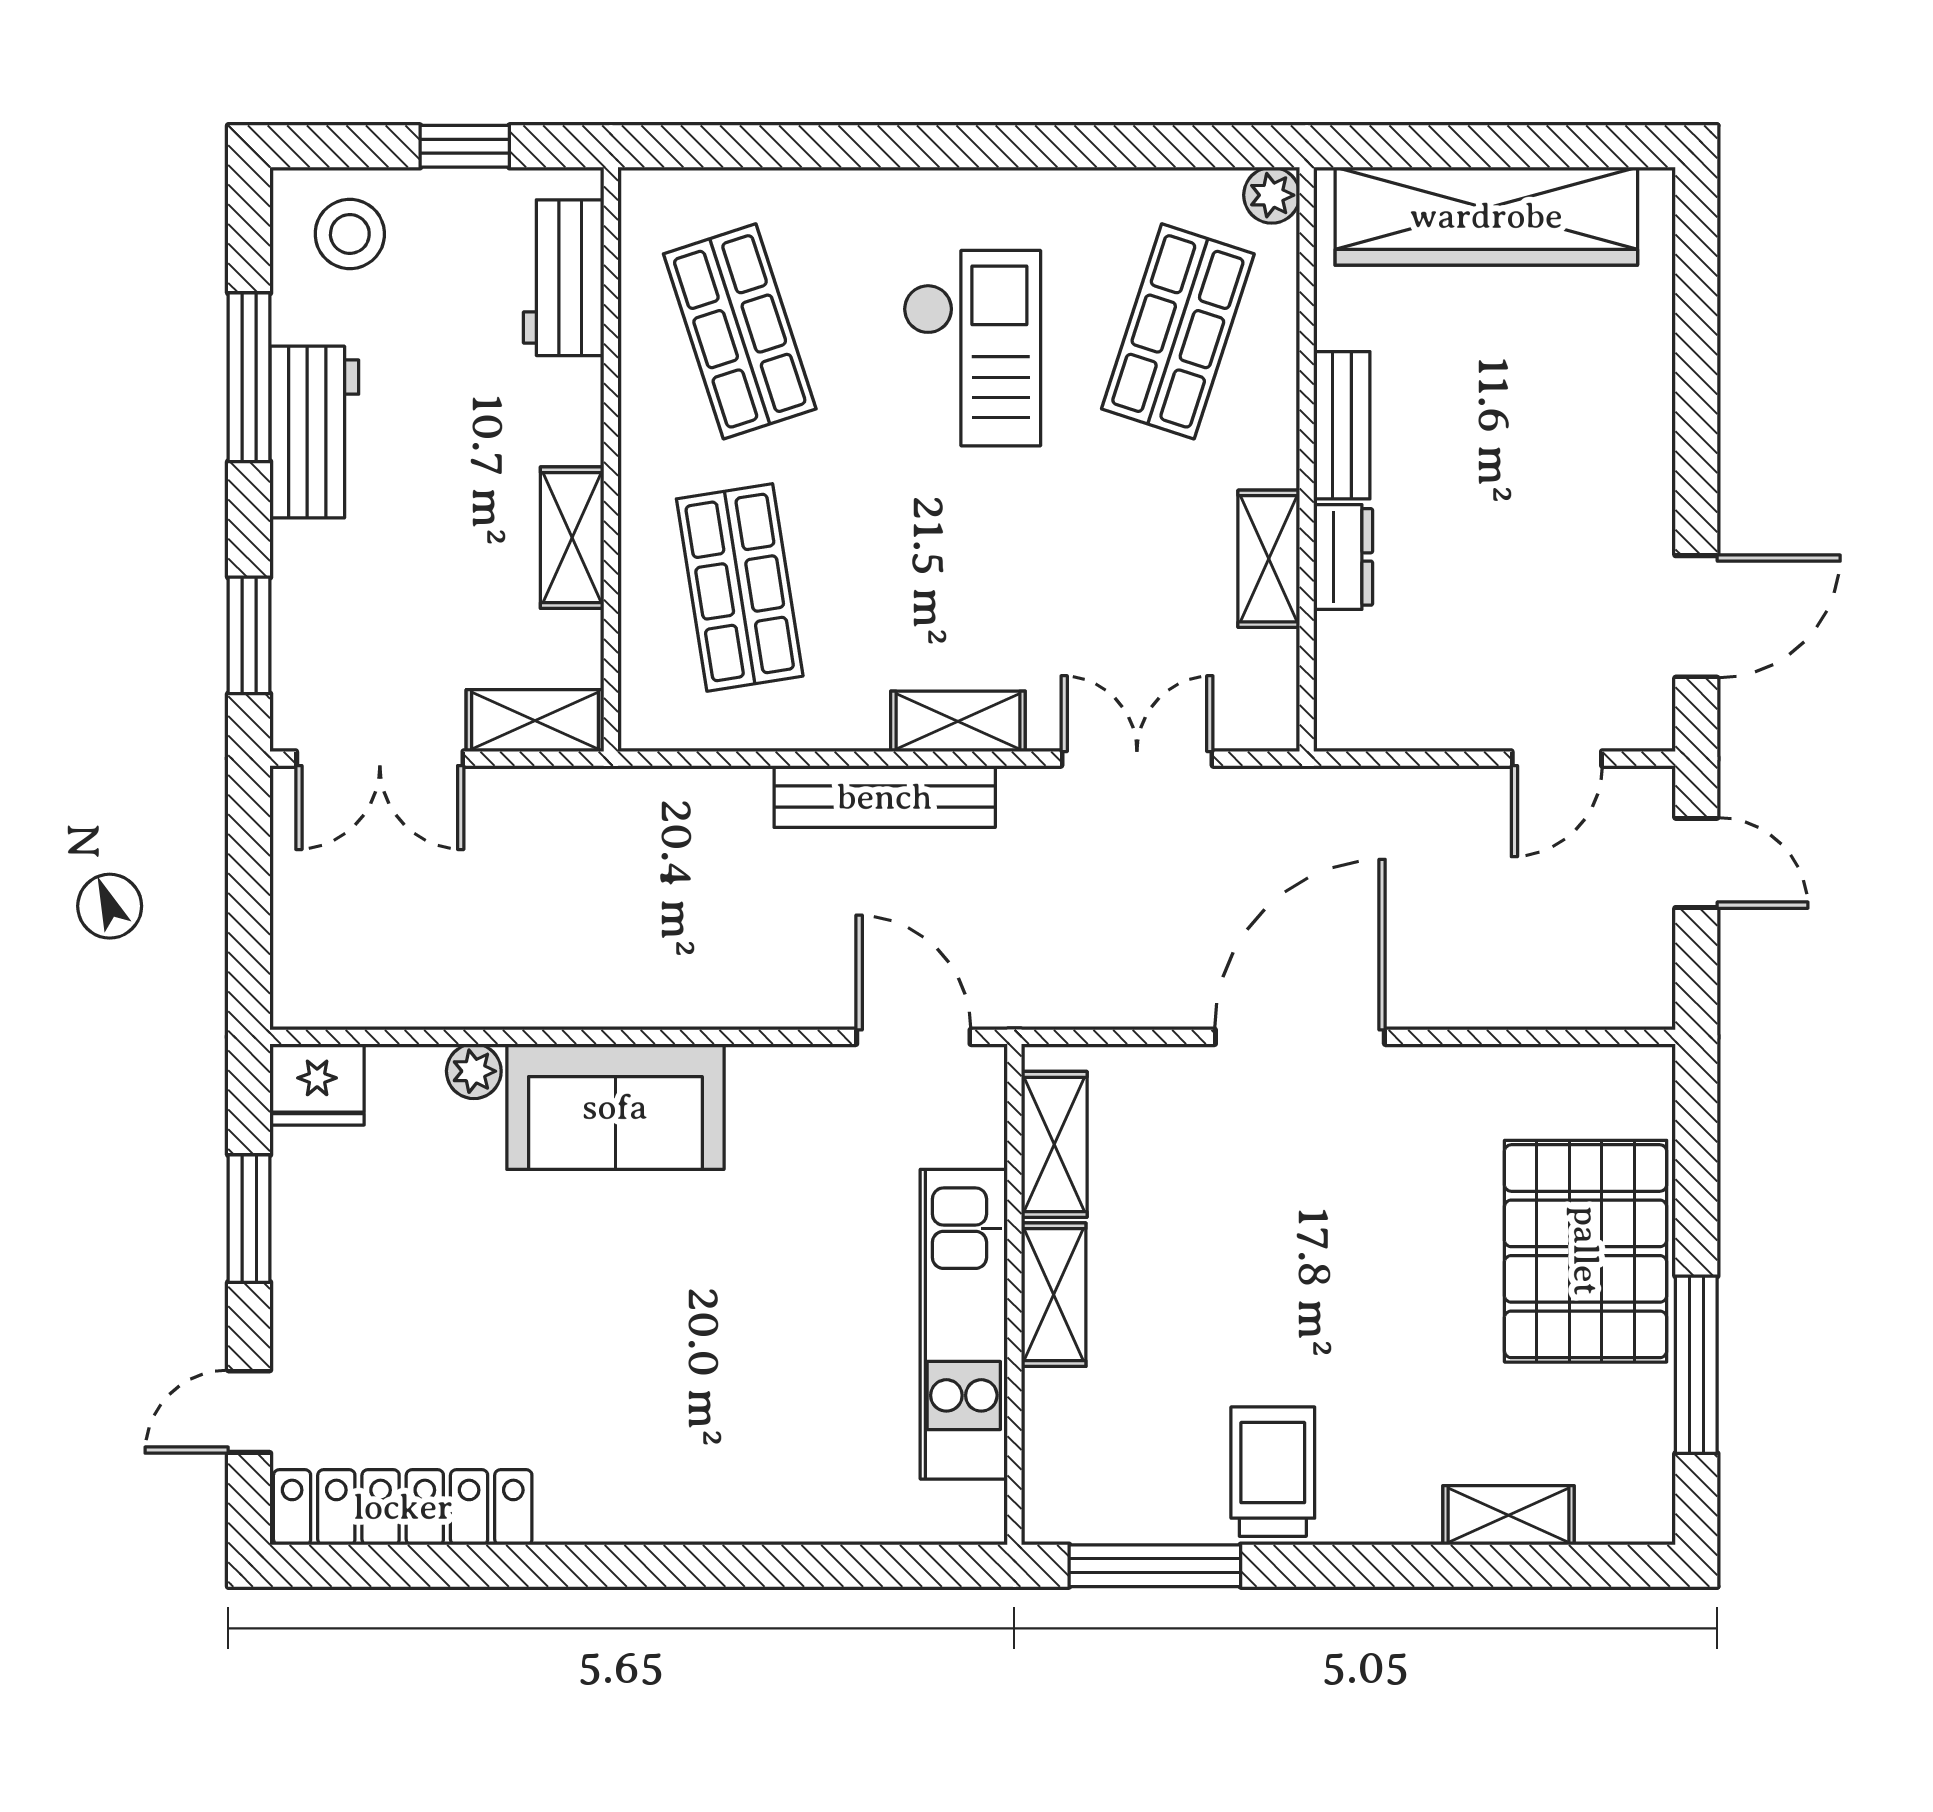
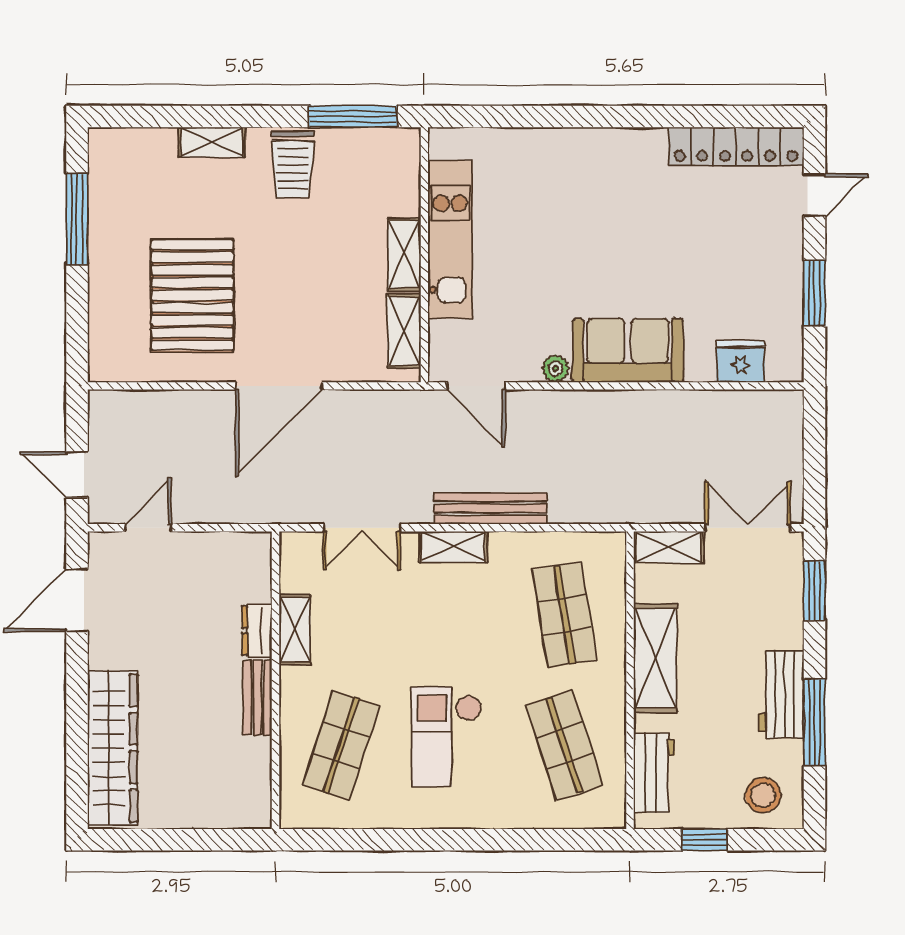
plant: (1272, 195) -> (293, 815), removed
wardrobe: (1486, 216) -> (113, 748), moved, turned 90
shelving: (572, 538) -> (655, 658), width x1.50, depth x1.33
plant: (474, 1071) -> (556, 368), moved
fridge: (317, 1084) -> (741, 362), moved
pallet: (1586, 1251) -> (192, 295), moved
shelving: (1508, 1515) -> (212, 142), moved

